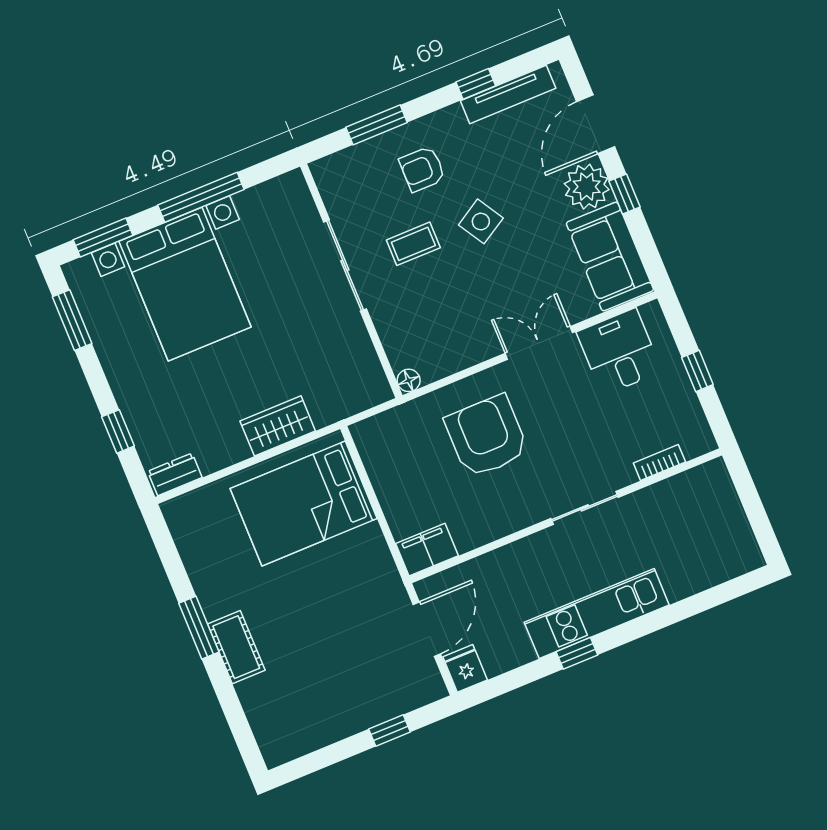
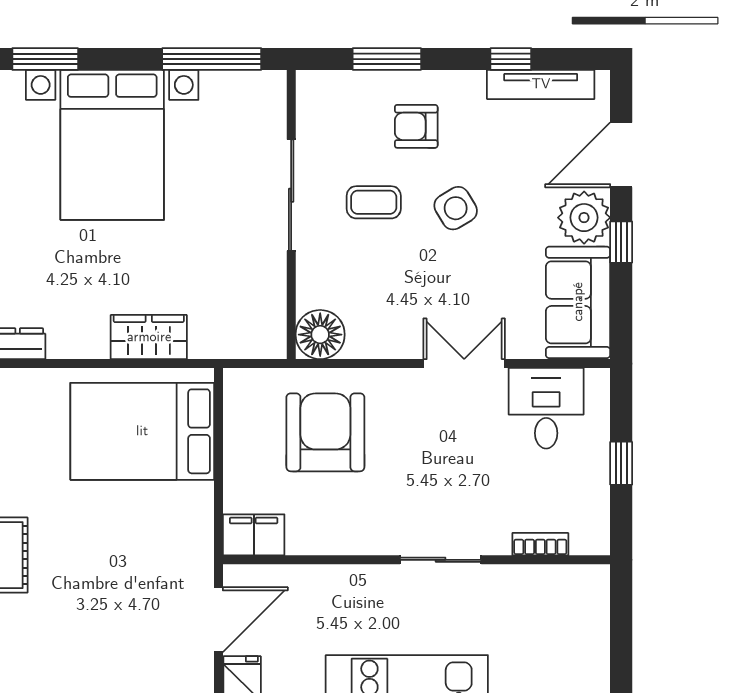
window: (201, 197) -> (212, 59), moved
floor lamp: (409, 380) -> (320, 335), width x1.89, depth x1.89
armchair: (487, 436) -> (325, 432), moved

